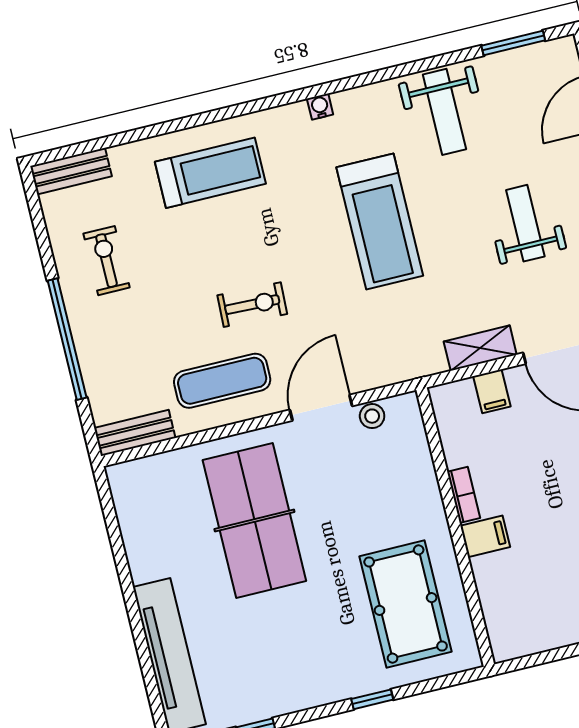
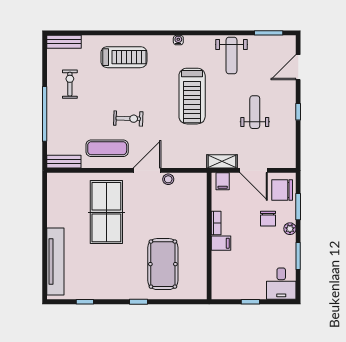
bookcase: (464, 495) -> (216, 223), moved
wall: (455, 527) -> (209, 236), moved
filing cabinet: (485, 536) -> (221, 243), moved

